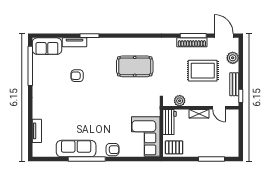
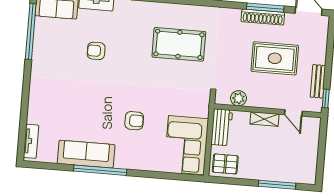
plant: (233, 58) -> (319, 44), removed
tv unit: (37, 131) -> (31, 141), moved
armchair: (113, 150) -> (134, 121), moved

